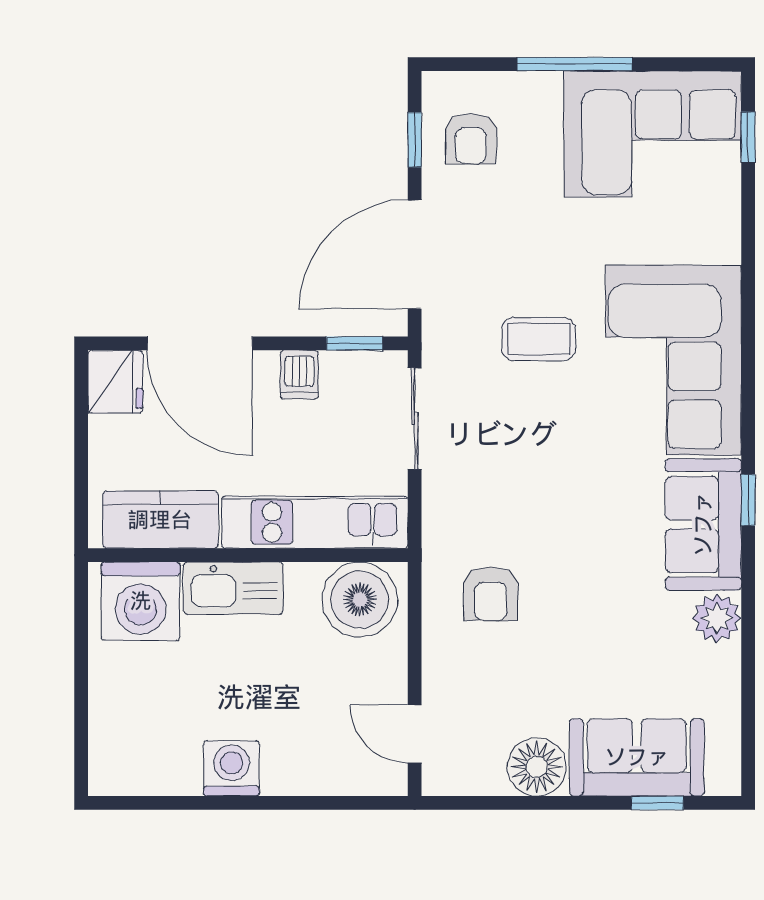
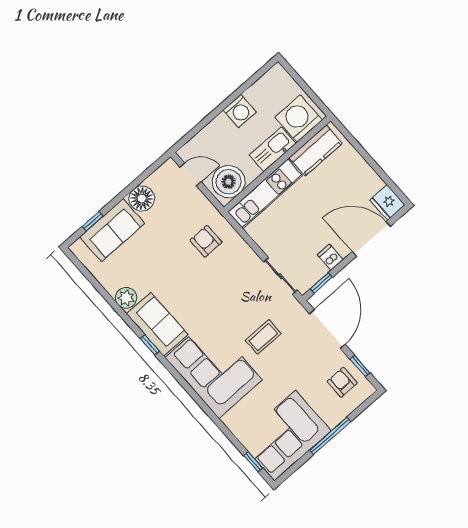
kitchen counter: (160, 520) -> (316, 151), moved
kitchen unit: (315, 522) -> (265, 194), moved
wall: (248, 555) -> (277, 164), moved
kitchen sink: (233, 588) -> (273, 149), moved
boiler: (360, 600) -> (228, 182), moved
washing machine: (141, 601) -> (299, 119), moved

